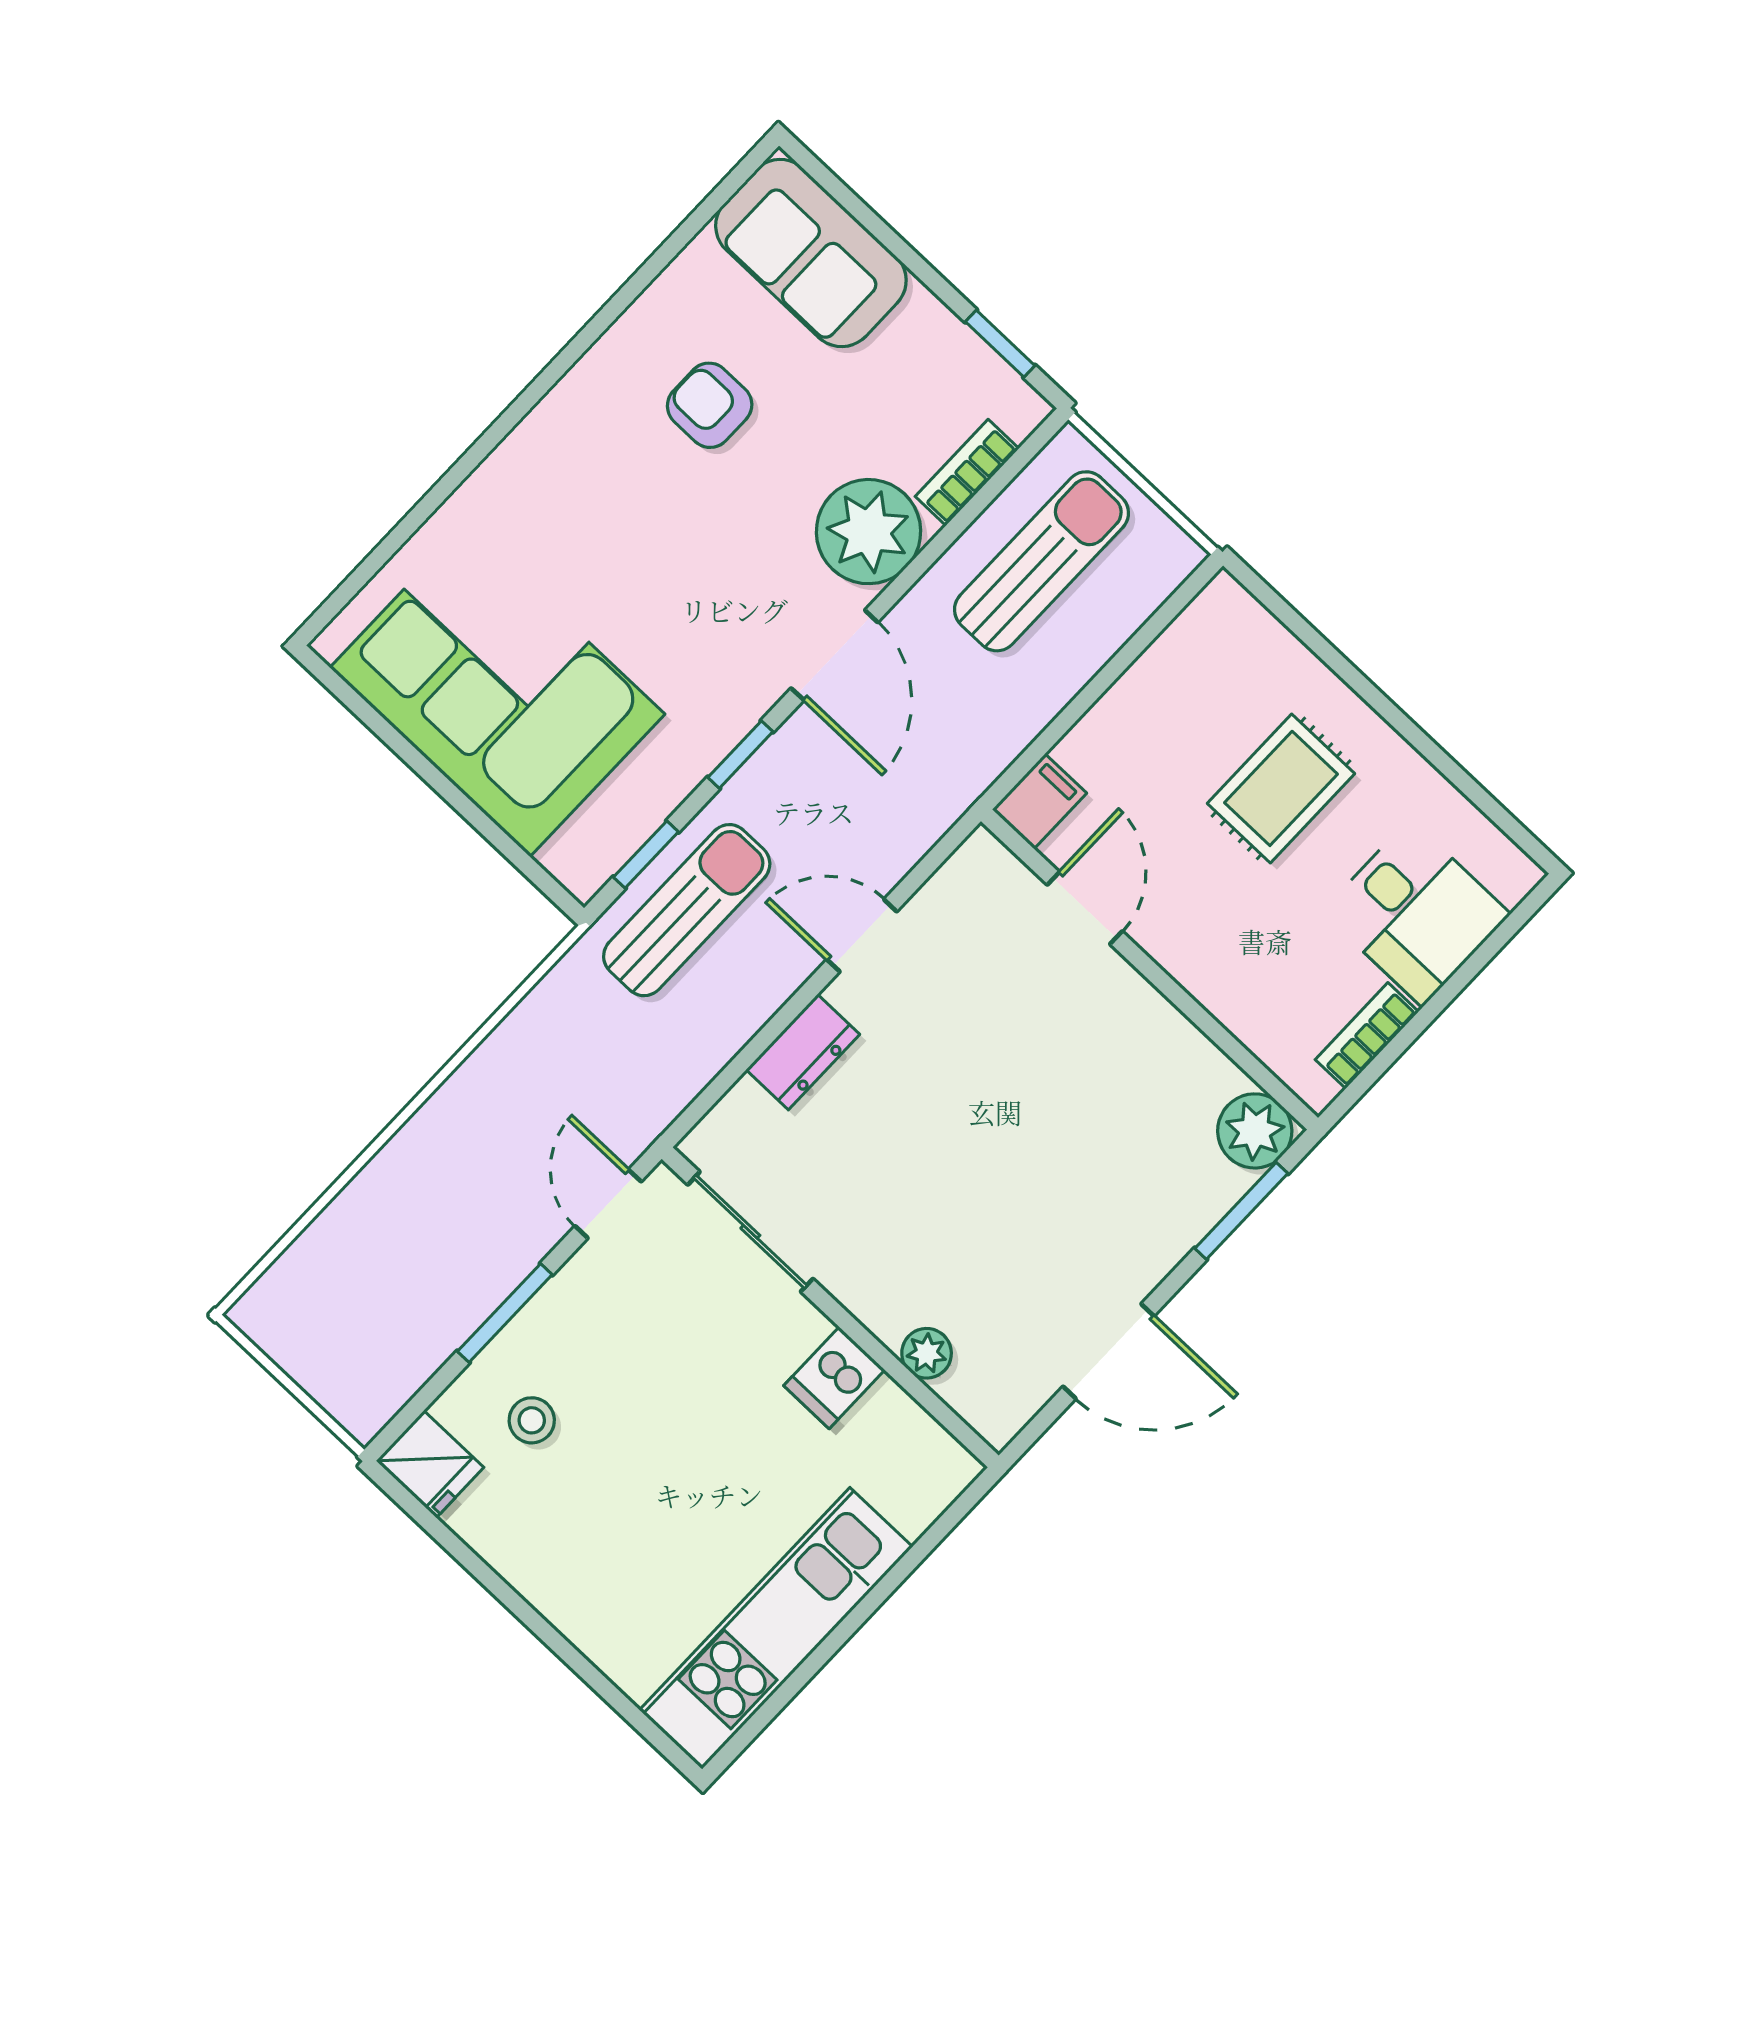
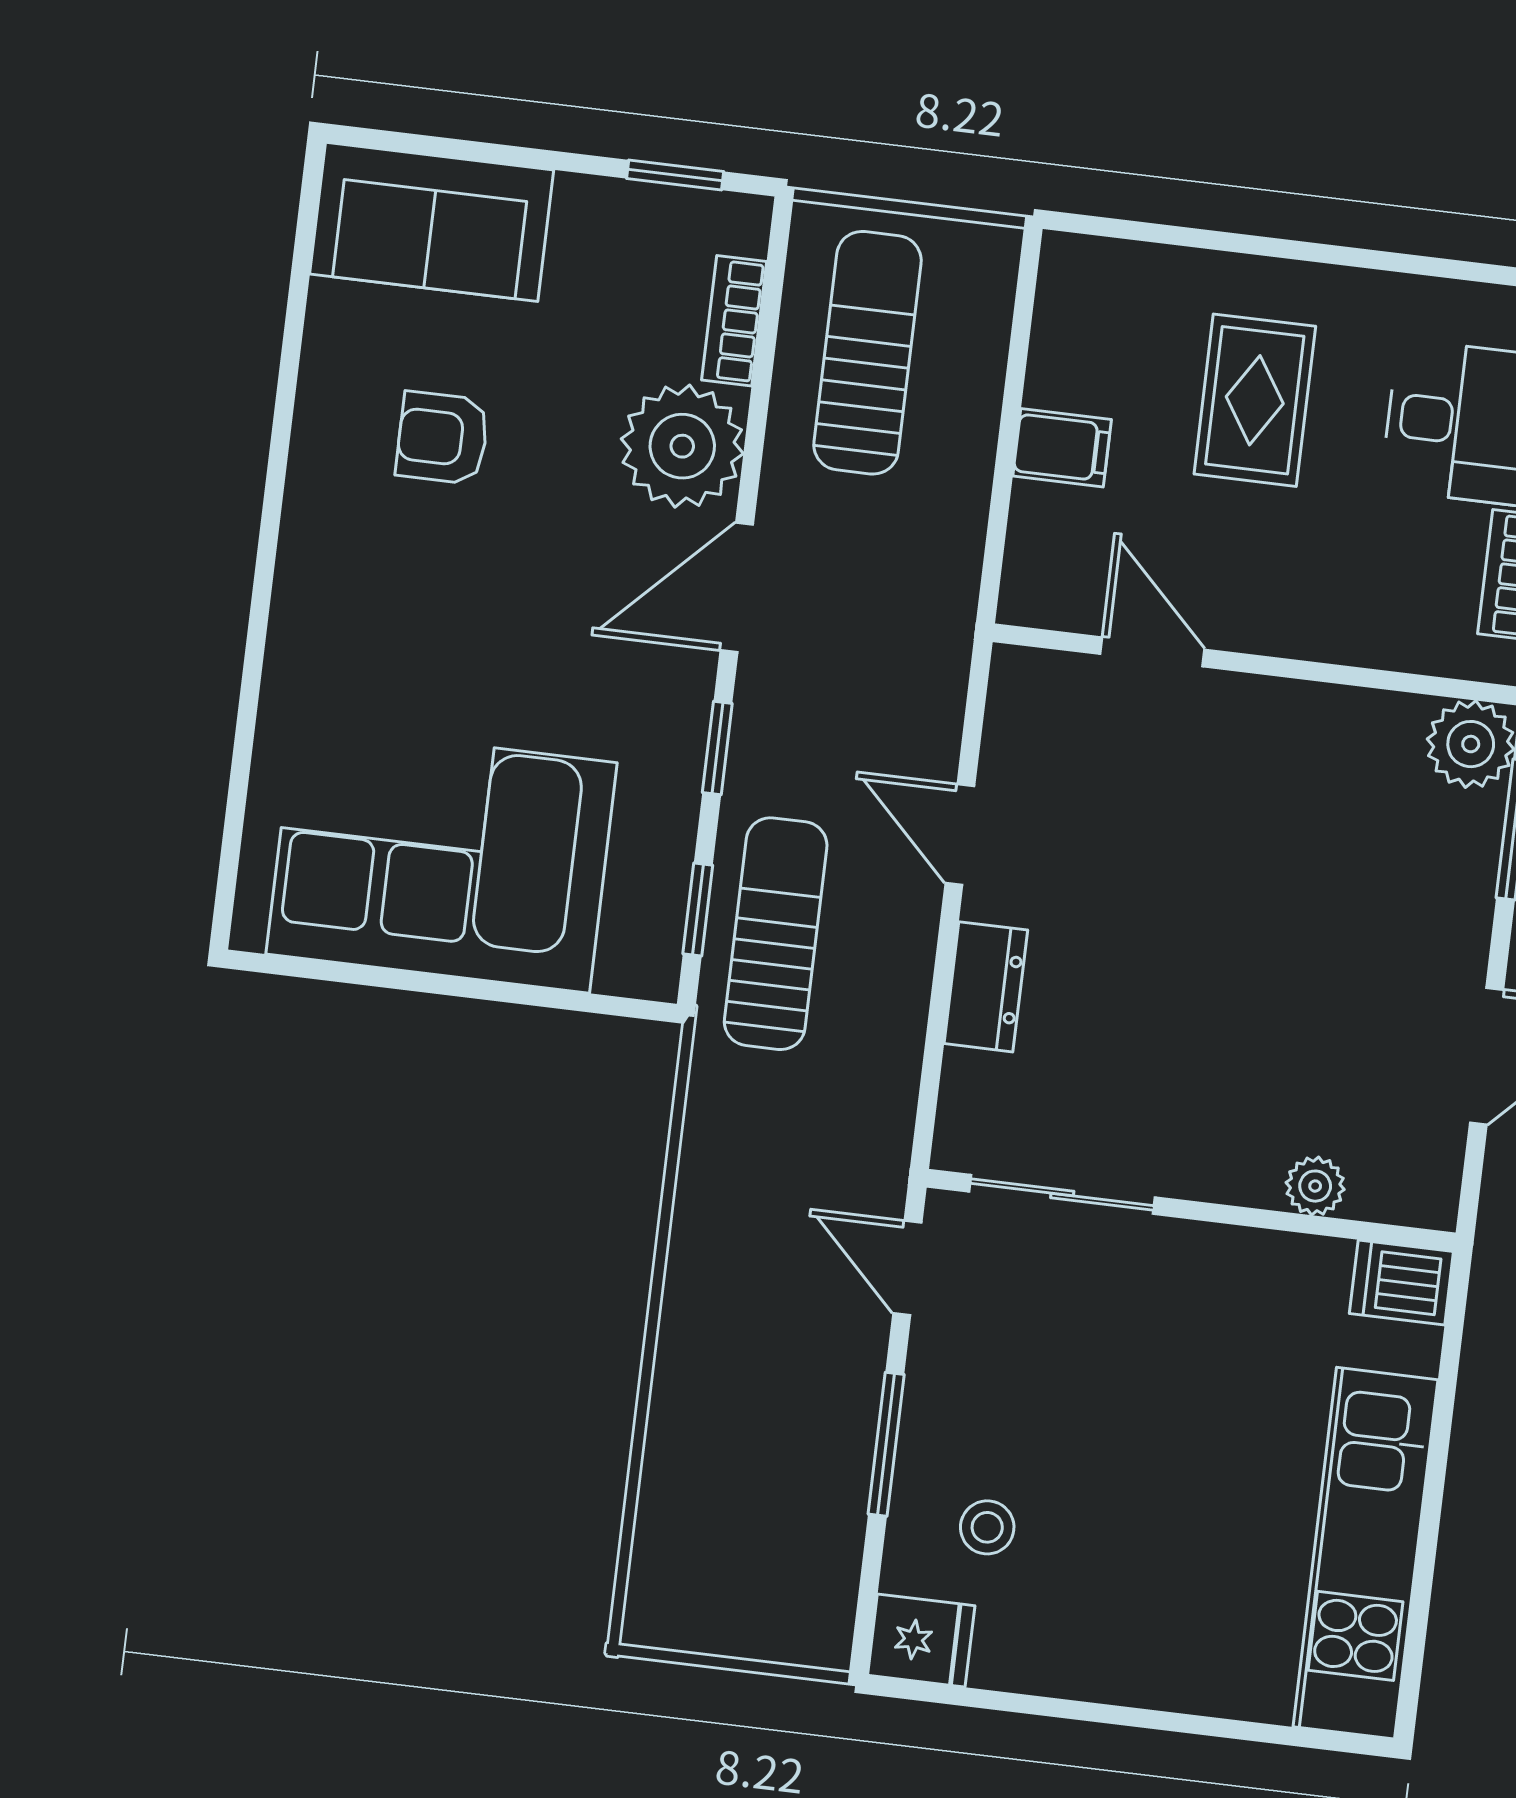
door: (834, 655) -> (737, 588), swing flipped
filing cabinet: (1039, 801) -> (1062, 448), moved, turned 90
door: (862, 935) -> (960, 835), hinge flipped
dishwasher: (834, 1378) -> (1401, 1282), moved, turned 90

